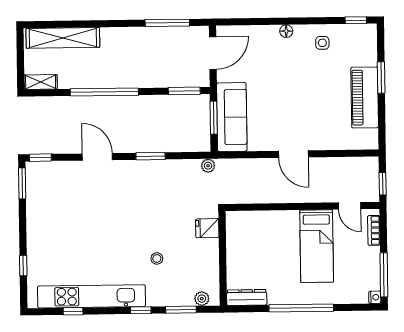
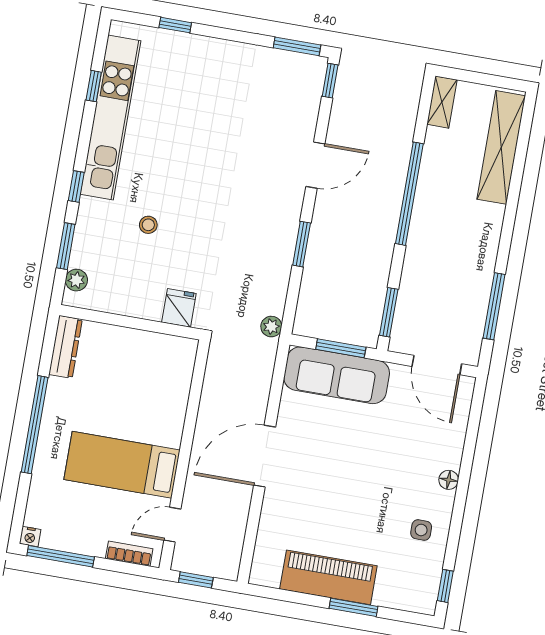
door: (293, 154) -> (265, 456), width x1.36

